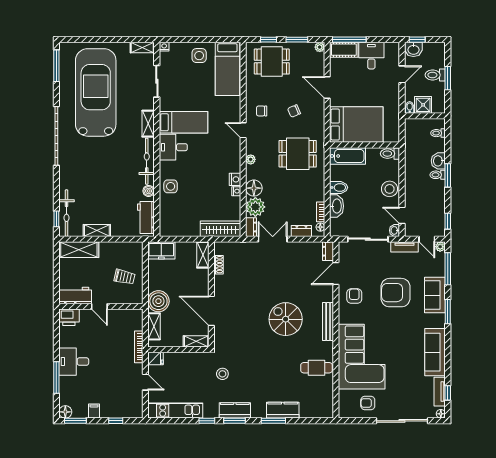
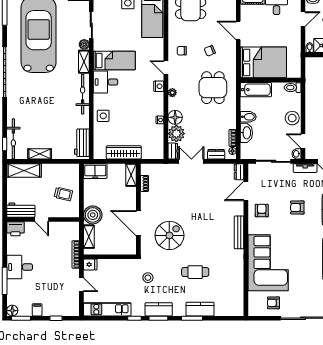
dining table: (298, 154) -> (213, 88), turned 90
nightstand: (235, 179) -> (159, 86), moved
boiler: (149, 191) -> (84, 44), moved
wardrobe: (221, 229) -> (124, 152), moved
armchair: (395, 293) -> (297, 208), width x0.53, depth x0.53
spiral stairs: (286, 319) -> (169, 235), moved, turned 90
shelving: (196, 341) -> (125, 250), removed
cafe table: (316, 368) -> (195, 272), moved

